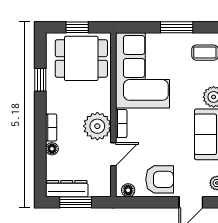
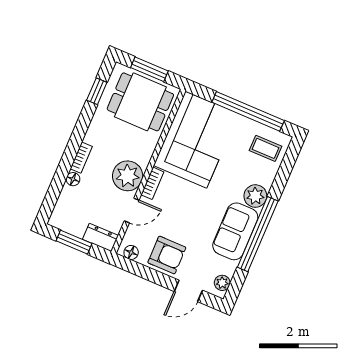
window: (77, 27) -> (149, 69), width x1.50
window: (177, 27) -> (248, 111), width x2.11
window: (40, 80) -> (97, 91), moved
dresser: (67, 189) -> (100, 237), moved, width x0.70

